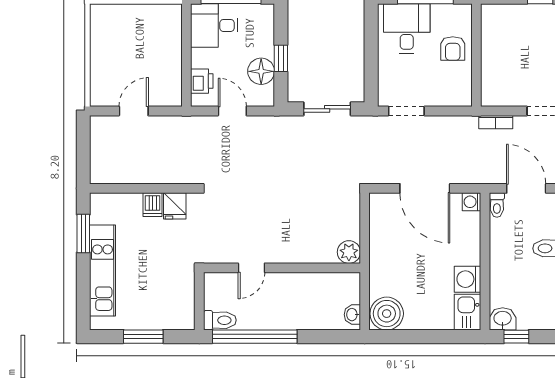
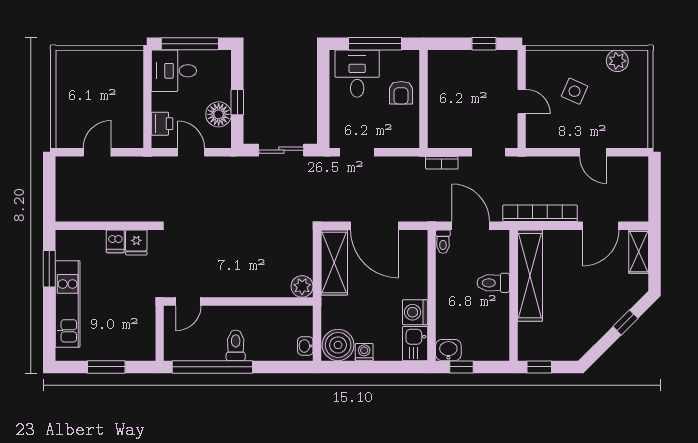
washing machine: (472, 202) -> (364, 352), moved, turned 90
shelving: (383, 227) -> (334, 263), added
door: (251, 268) -> (188, 301), moved
toilet: (220, 320) -> (236, 345), moved, turned -90

